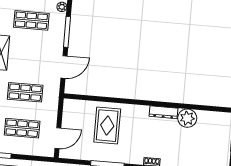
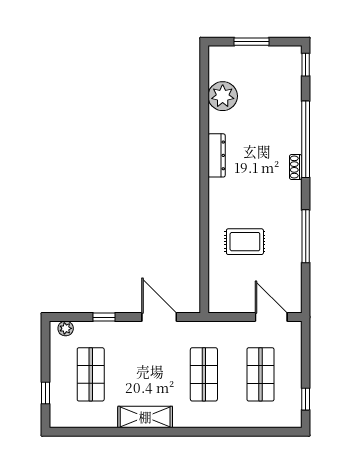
window: (67, 32) -> (104, 317), width x0.46
plant: (187, 118) -> (223, 96), moved
rug: (107, 126) -> (245, 242), width x0.73, depth x0.70

